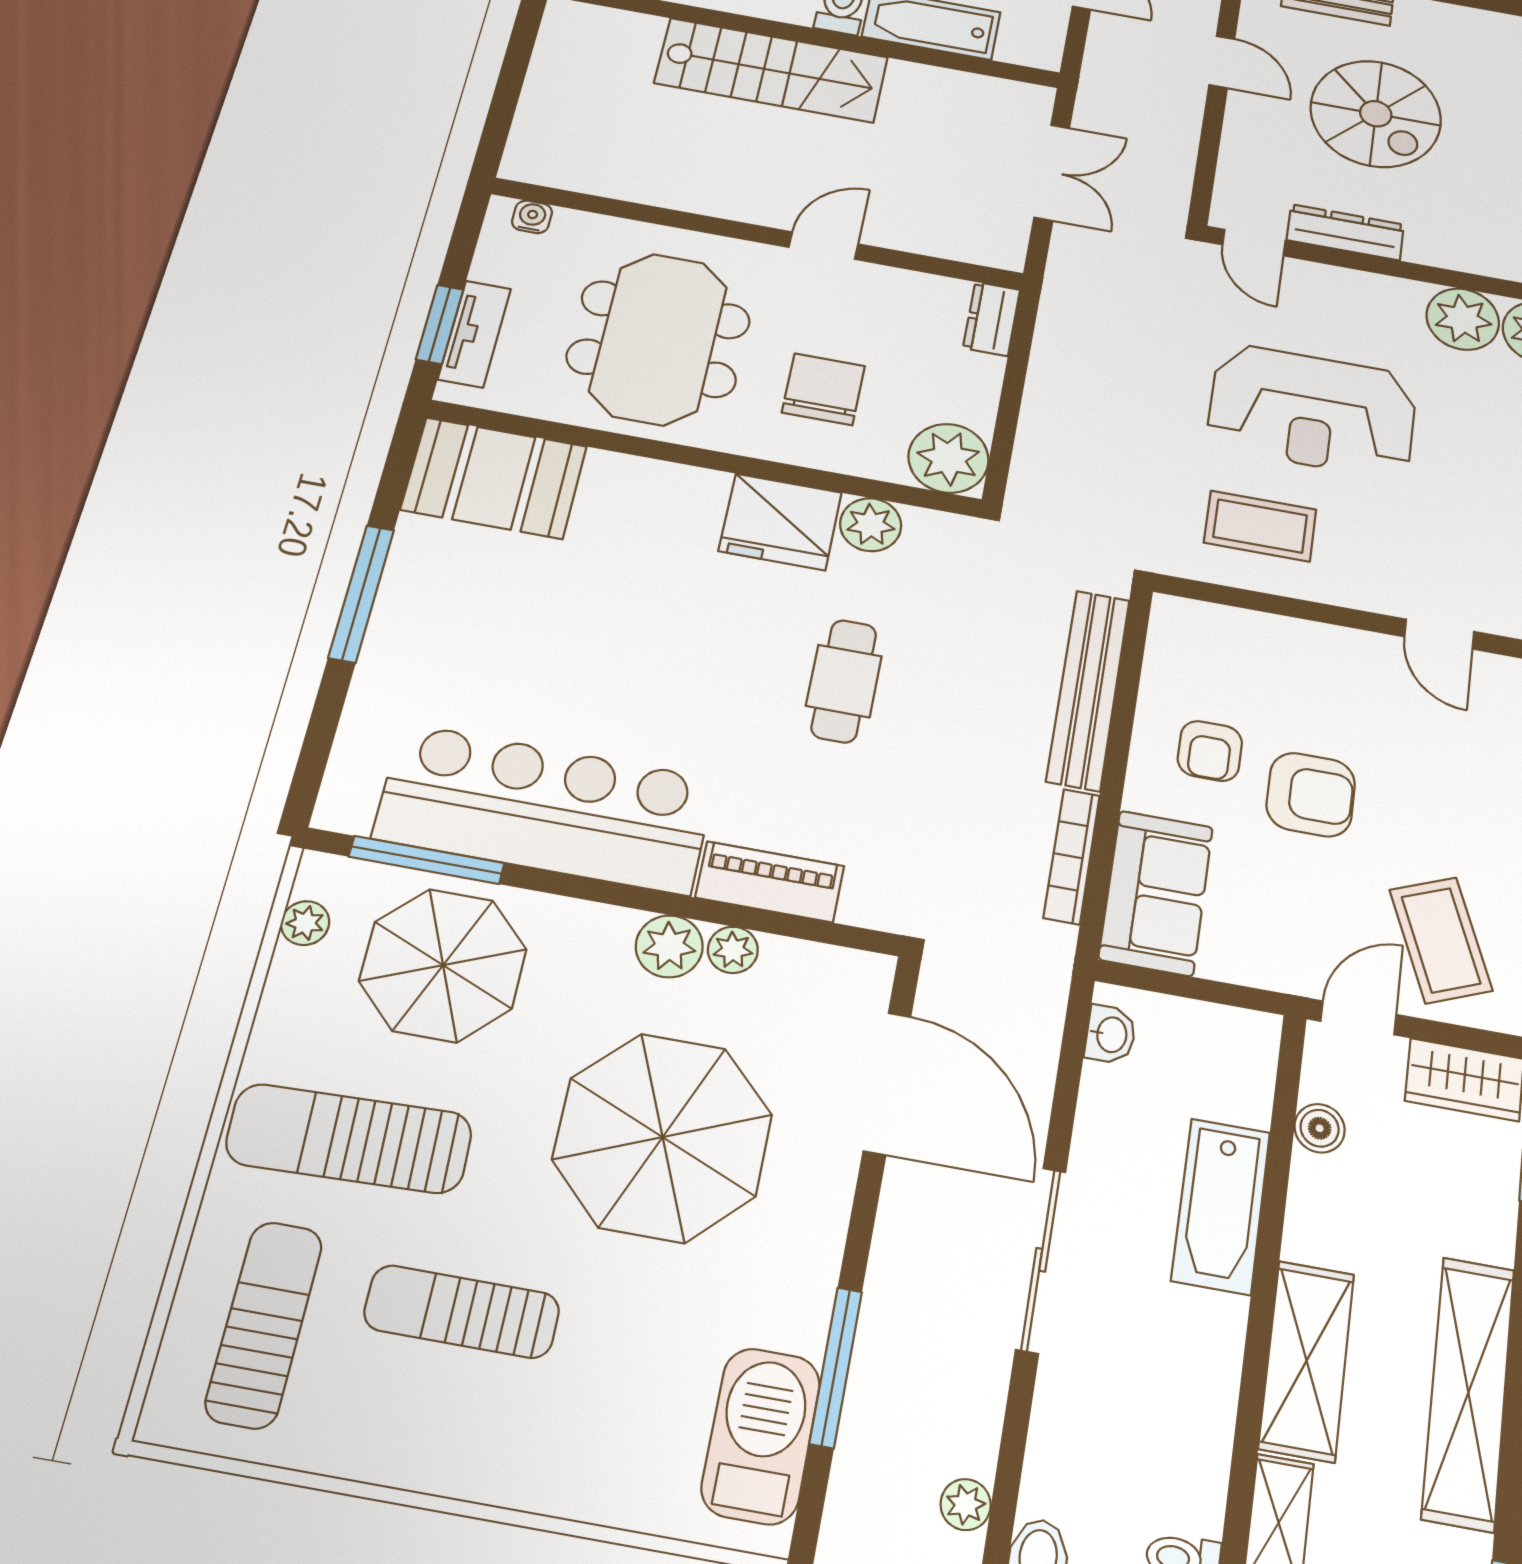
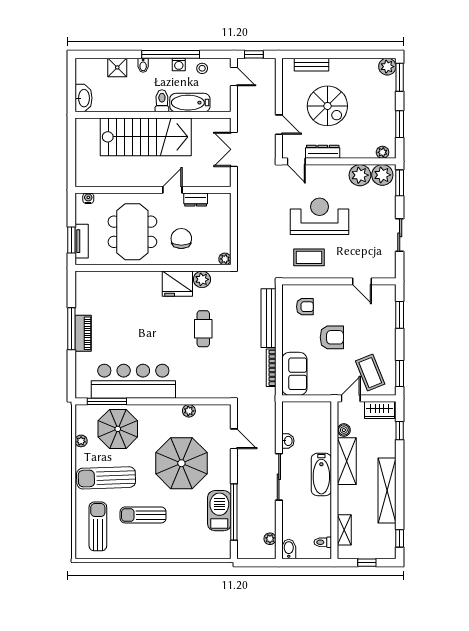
door: (1222, 62) -> (279, 125), moved
stairs: (771, 70) -> (146, 137), width x1.36, depth x1.51
double door: (1052, 173) -> (234, 149), swing flipped
dresser: (992, 319) -> (196, 200), moved, turned -90
reception desk: (1312, 411) -> (320, 216), turned 180
plant: (948, 458) -> (225, 259), width x0.53, depth x0.53
booth: (494, 478) -> (98, 286), removed
armchair: (1210, 751) -> (305, 307), moved, turned -90
piano: (770, 882) -> (83, 333), moved, turned 90
plant: (305, 923) -> (81, 441), moved
plant: (669, 946) -> (173, 413), removed
washbasin: (1110, 1035) -> (288, 441), moved
door: (887, 1083) -> (234, 439), width x0.53
bathtub: (1221, 1206) -> (321, 474), moved
shelving: (1307, 1361) -> (347, 461), moved
window: (836, 1367) -> (234, 512), width x1.46
barbecue: (761, 1436) -> (219, 511), moved

